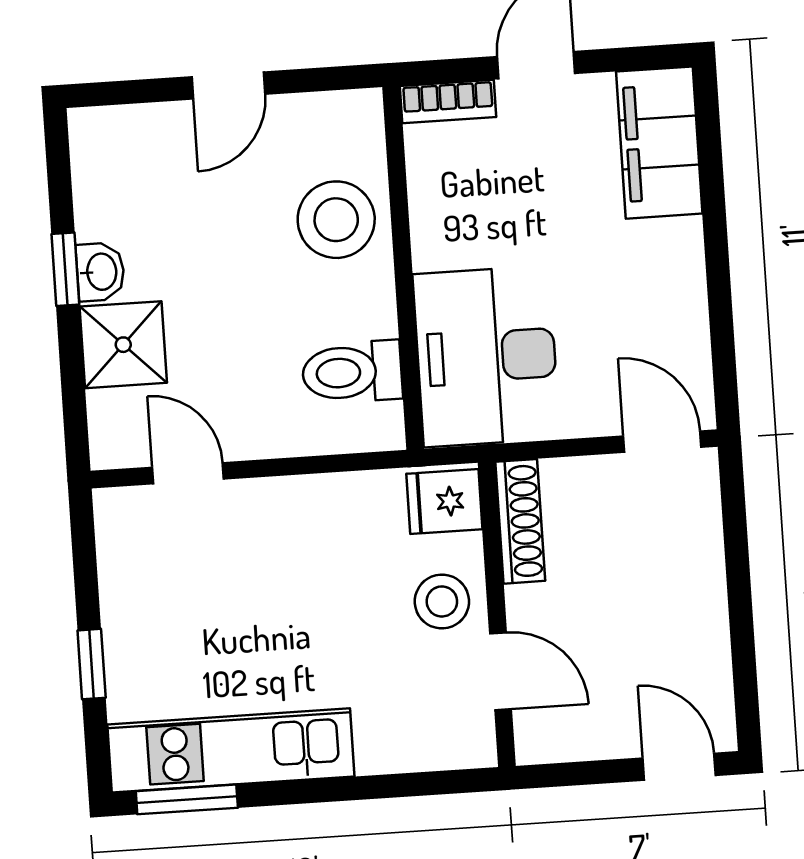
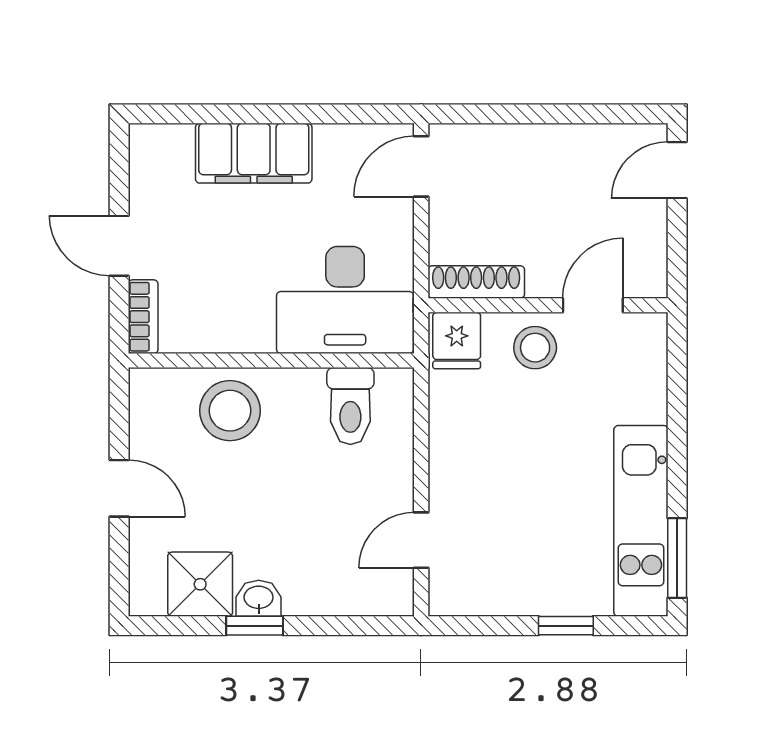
filing cabinet: (659, 143) -> (254, 153), moved
shower: (123, 345) -> (200, 584), moved

